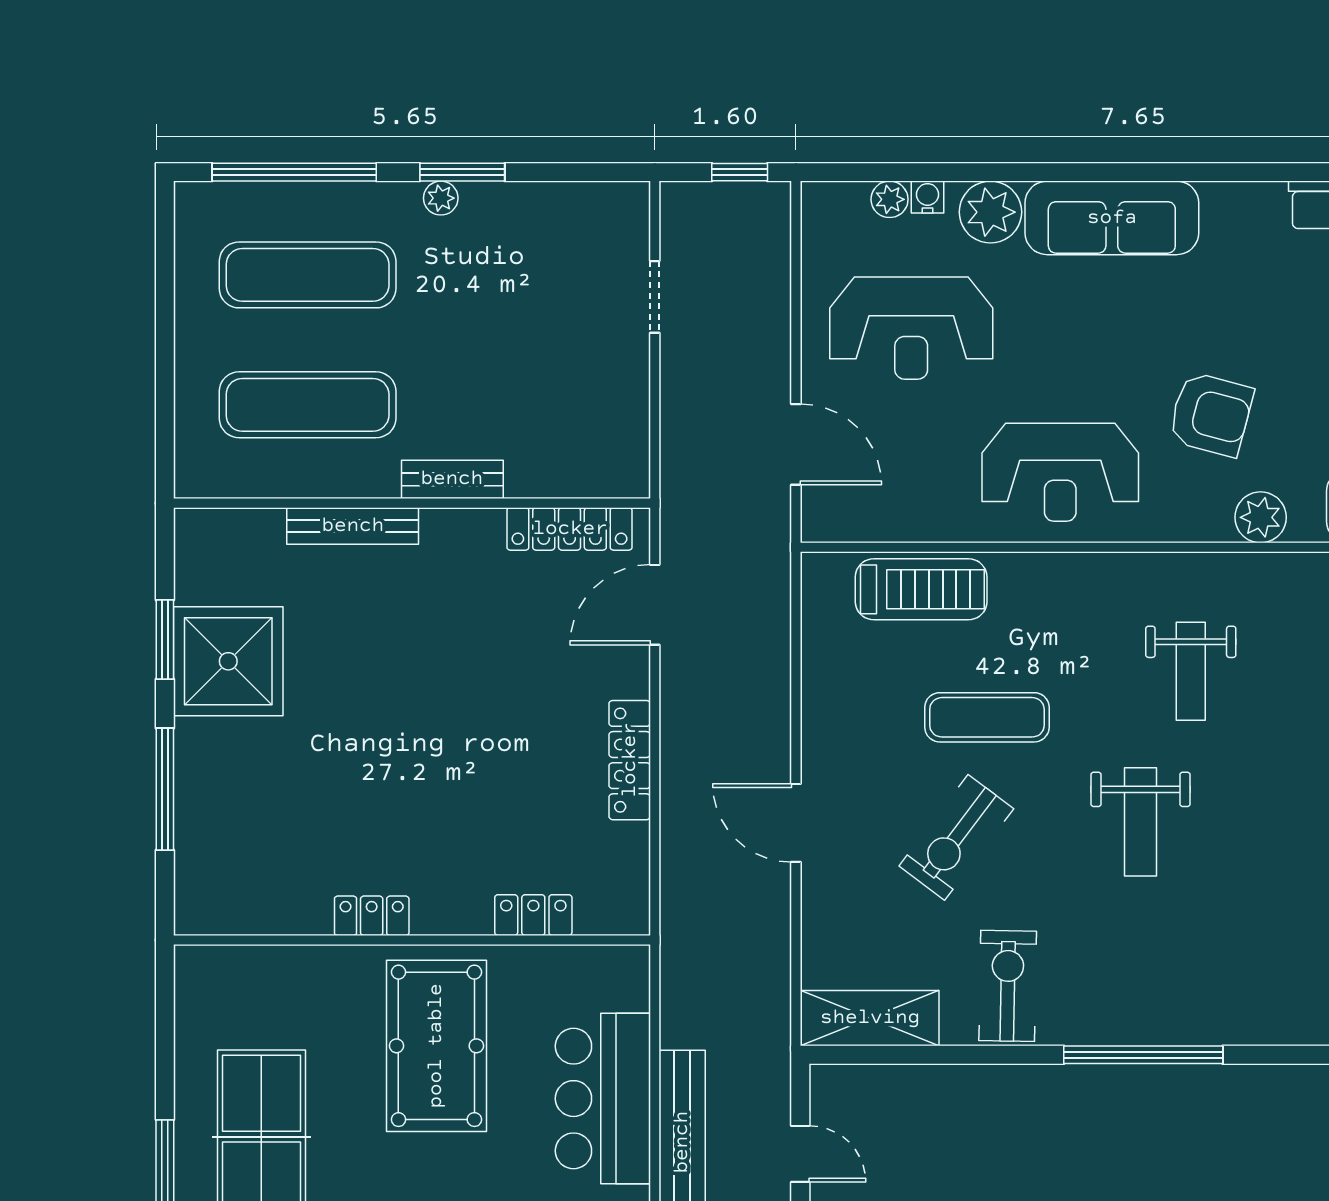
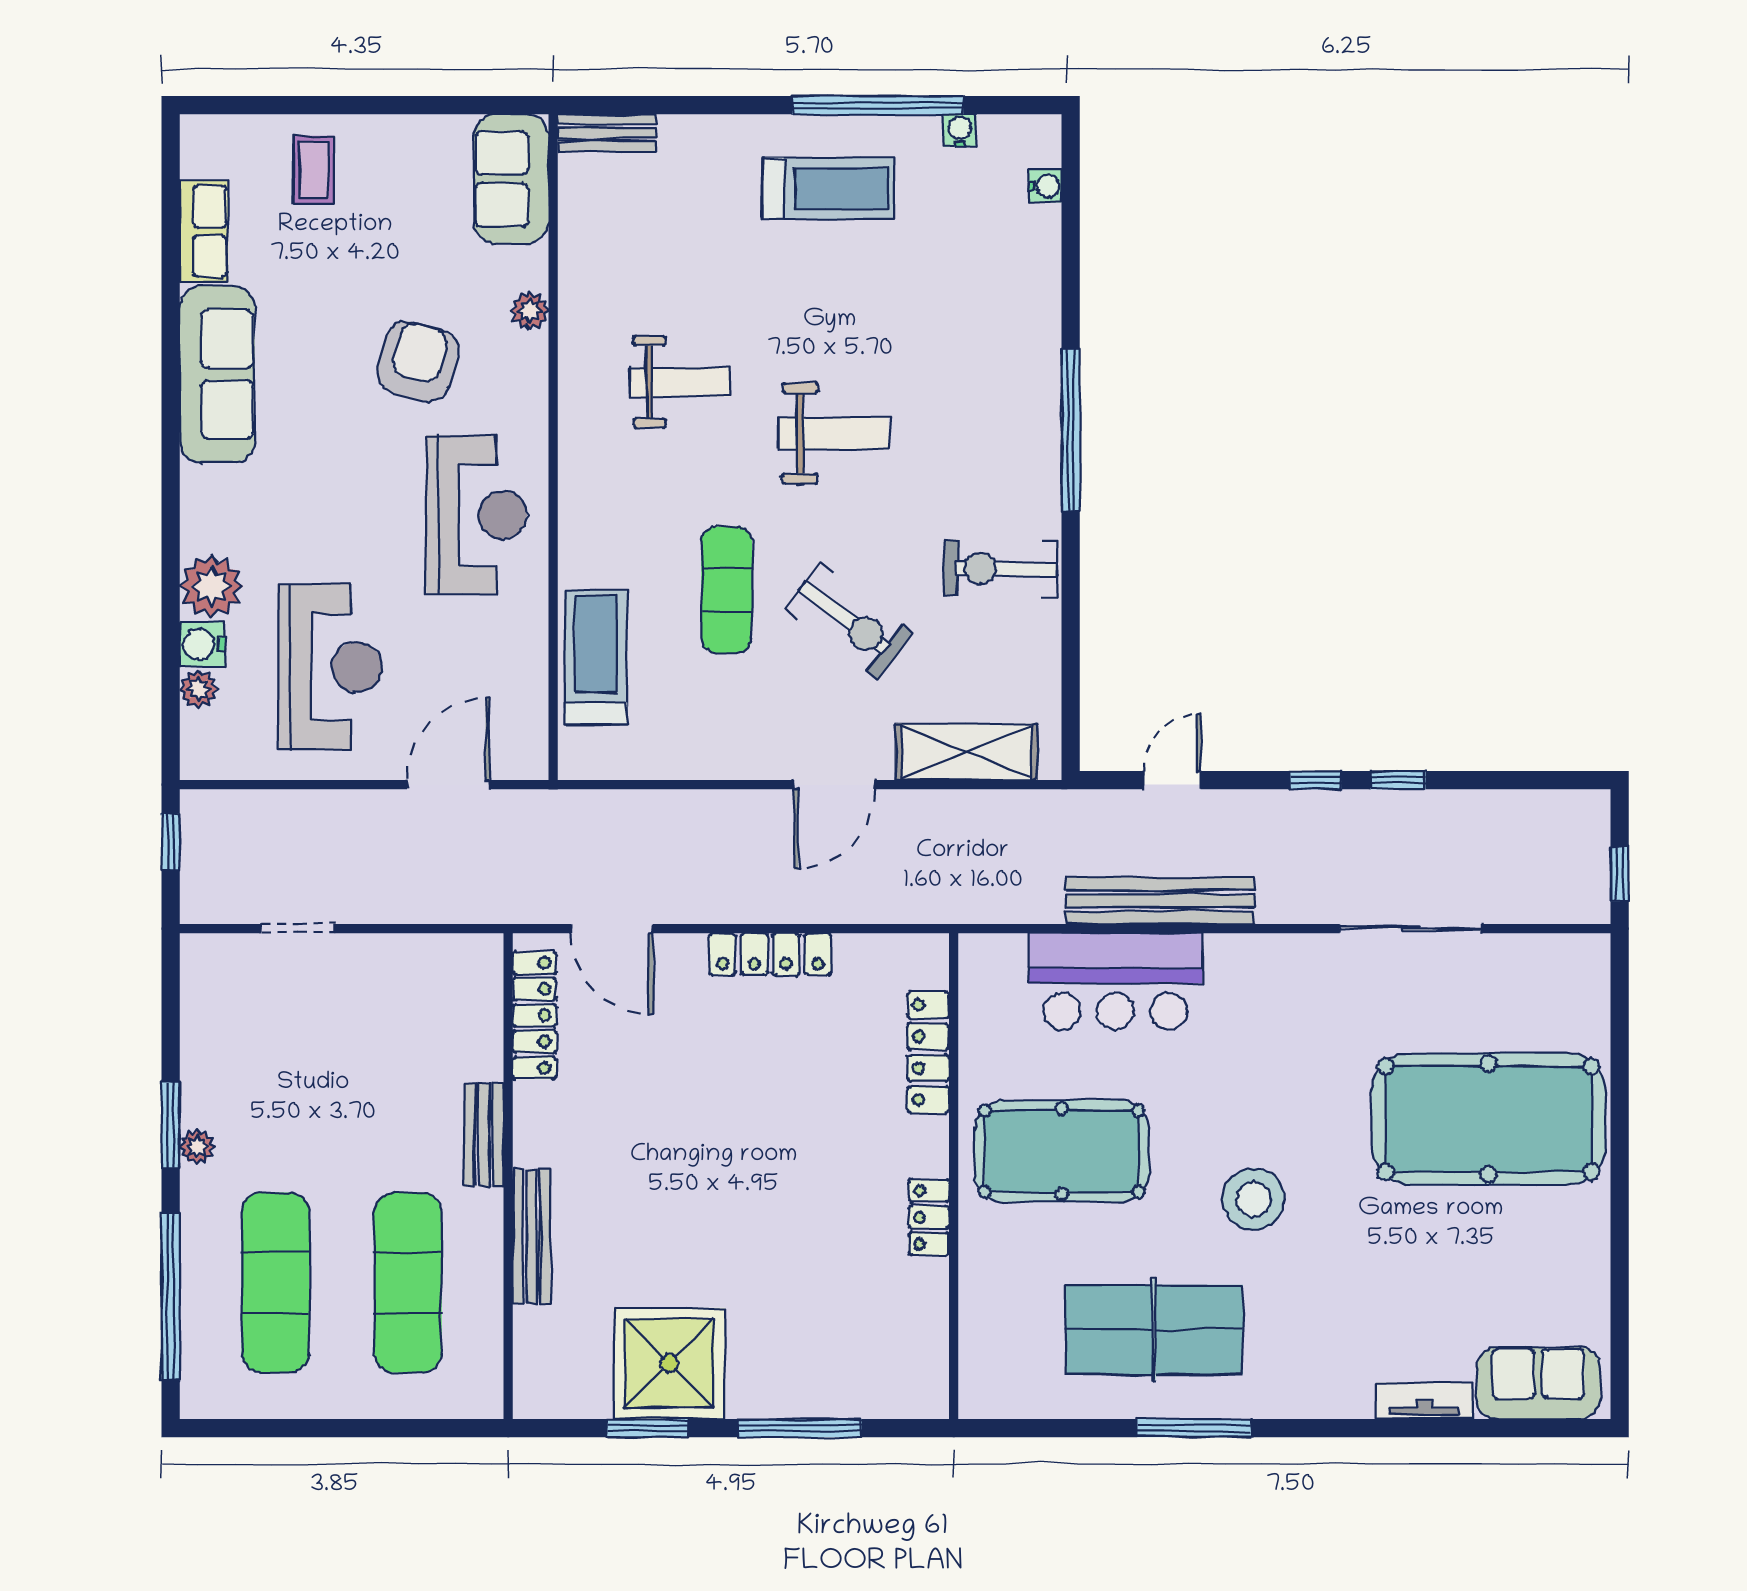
water cooler: (928, 197) -> (202, 644), width x1.38, depth x1.38
sofa: (1112, 218) -> (217, 374), moved
plant: (1261, 517) -> (530, 311), width x0.73, depth x0.73
locker: (533, 915) -> (928, 1052), width x1.53
shelving: (870, 1018) -> (967, 752), moved, turned 90

